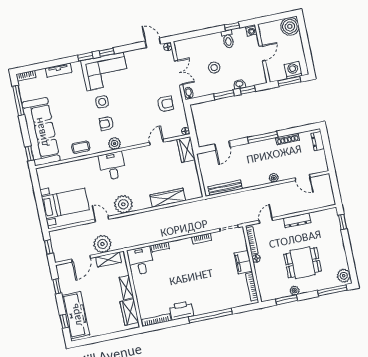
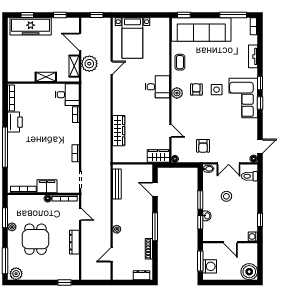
toilet: (228, 39) -> (249, 176), moved
plant: (123, 204) -> (121, 90), removed
wardrobe: (129, 312) -> (23, 75), removed

